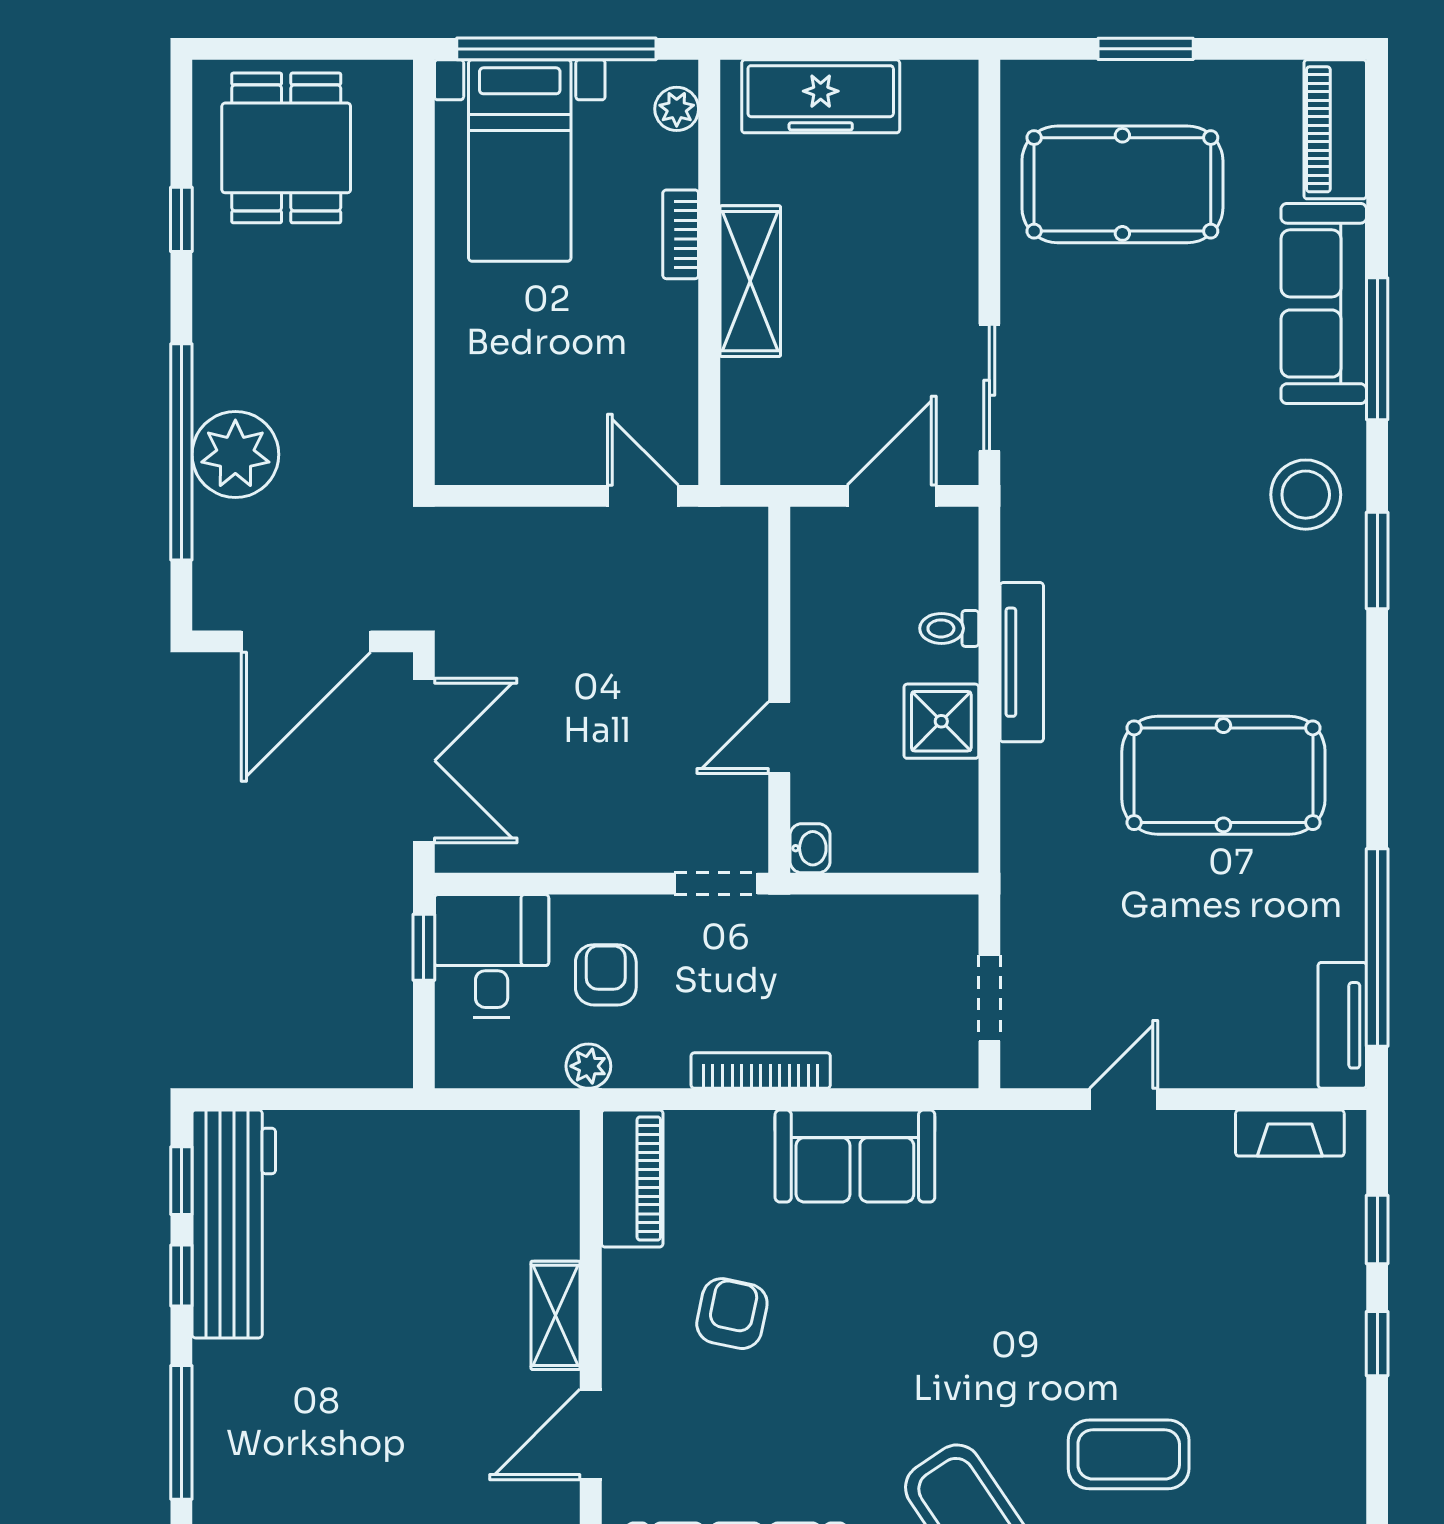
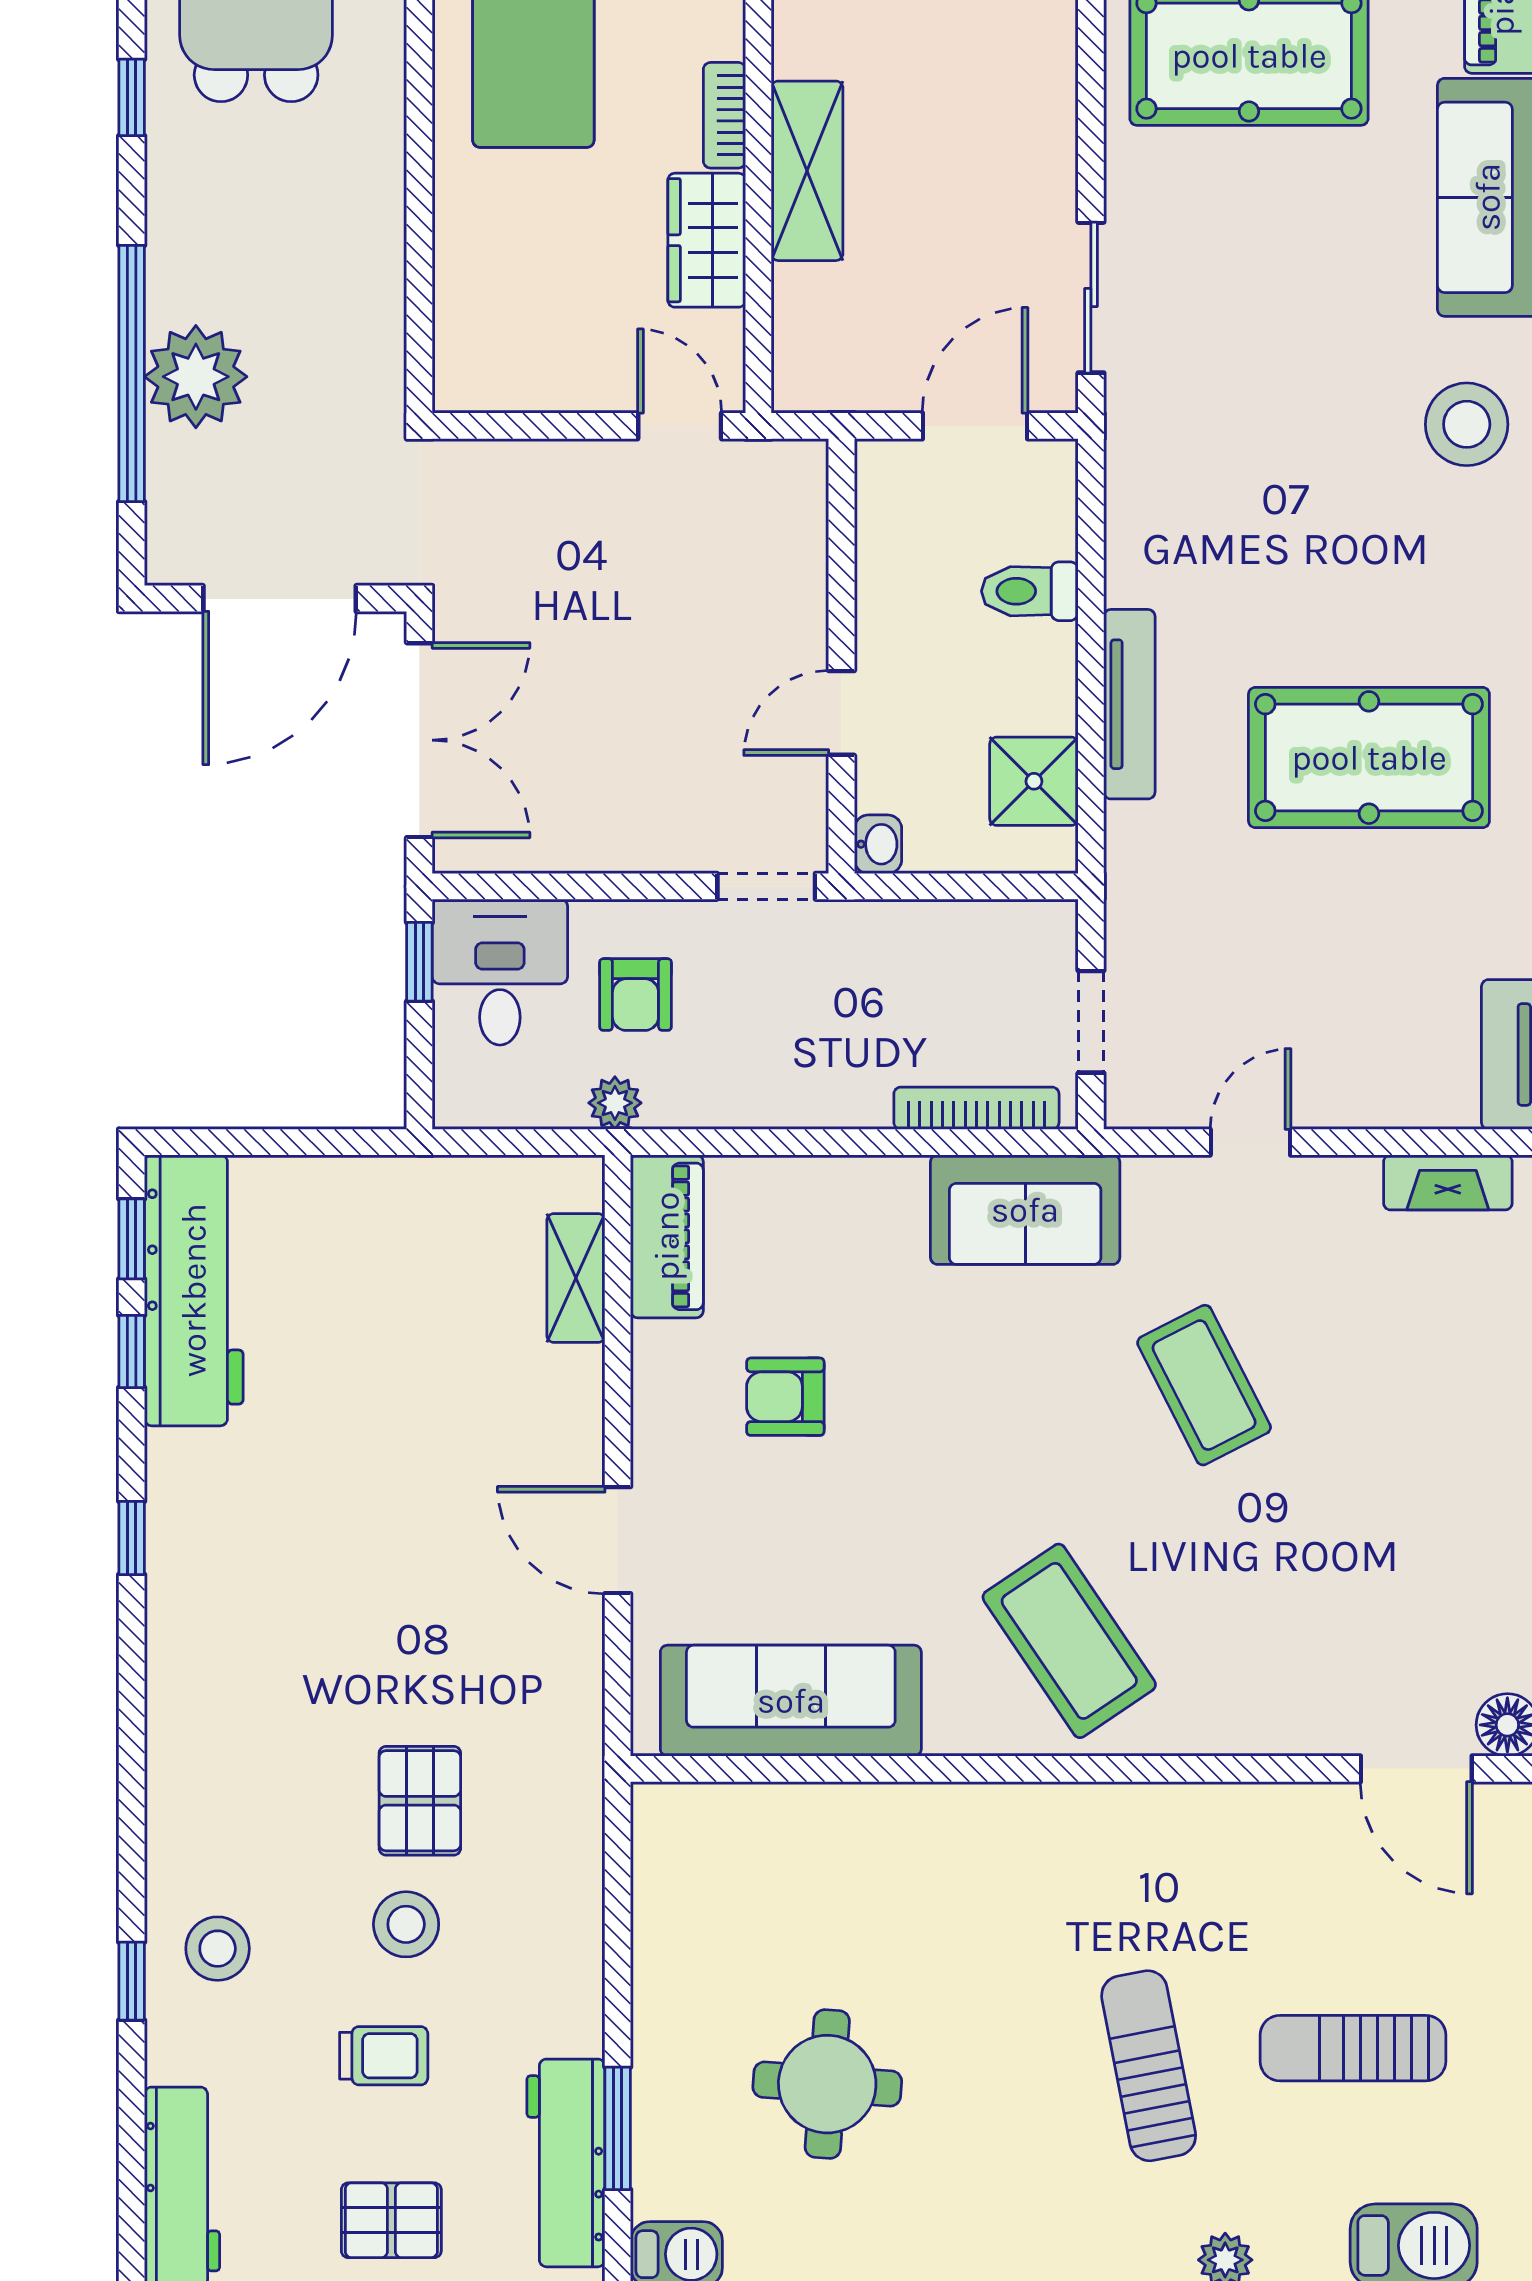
wardrobe: (666, 340) -> (707, 240), added
toilet: (949, 628) -> (1030, 591), width x1.37, depth x1.39
tv unit: (1022, 662) -> (1129, 704), moved
shower: (941, 721) -> (1034, 781), moved
armchair: (606, 975) -> (635, 995), turned 180
bookcase: (761, 1071) -> (976, 1108), moved
sofa: (855, 1156) -> (1025, 1210), moved
armchair: (732, 1314) -> (785, 1397), turned -102
shelving: (556, 1315) -> (576, 1278), moved
window: (181, 1432) -> (132, 1538), width x0.46
door: (591, 1434) -> (618, 1540), hinge flipped
coffee table: (1129, 1454) -> (1204, 1385), moved, turned 63

